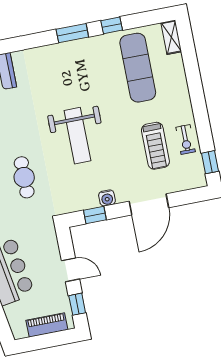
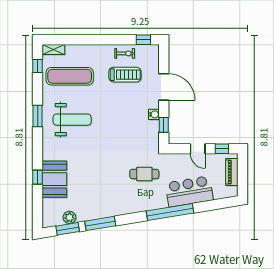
window: (112, 25) -> (38, 66), moved
weight bench: (77, 136) -> (72, 120), moved
cafe table: (24, 177) -> (144, 174), moved
door: (70, 270) -> (198, 149), swing flipped

